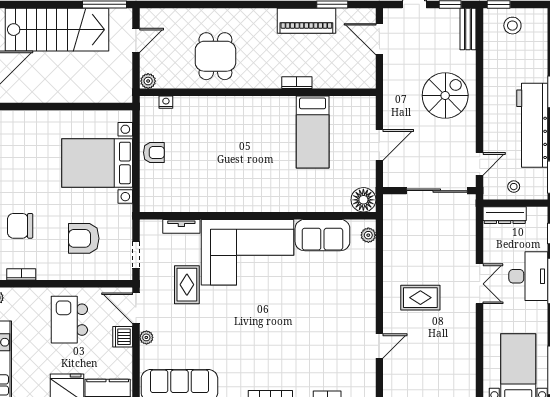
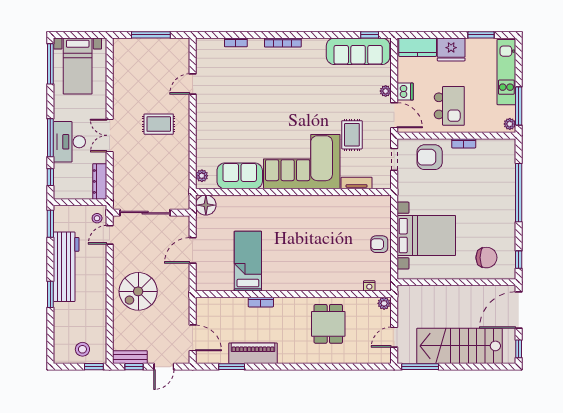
bench: (468, 29) -> (130, 357), moved, turned 90
stool: (514, 187) -> (97, 218), moved
dresser: (505, 215) -> (100, 181), moved, turned -90
chair: (20, 226) -> (486, 258), moved
armchair: (84, 238) -> (430, 157), moved, turned 180
bookcase: (21, 274) -> (464, 143), moved

